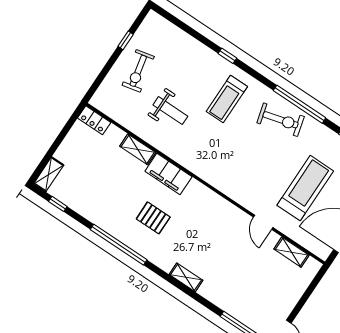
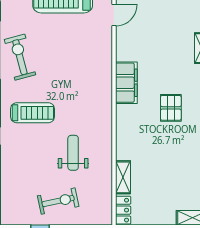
shelving: (138, 149) -> (123, 177), moved
filing cabinet: (168, 174) -> (126, 83), moved

